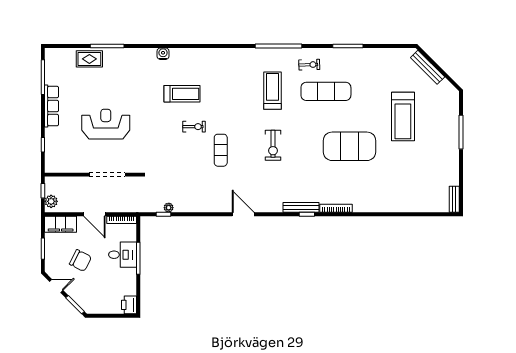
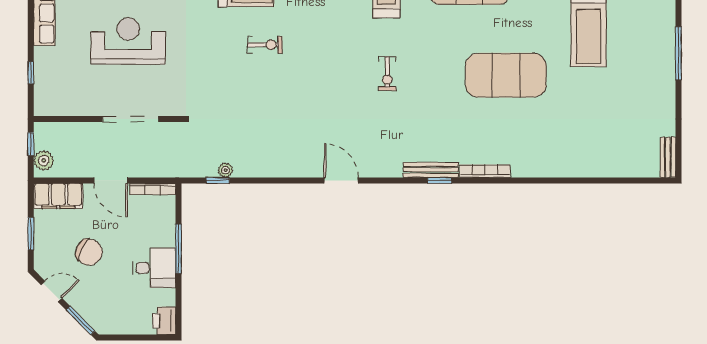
exercise bike: (273, 145) -> (387, 74), width x0.73, depth x0.72
exercise mat: (221, 150) -> (306, 81), removed
desk: (122, 255) -> (154, 268), moved

